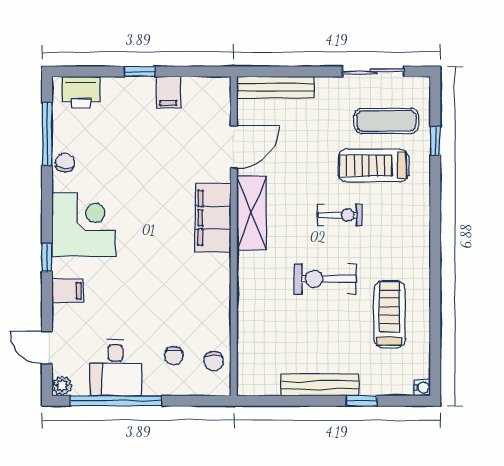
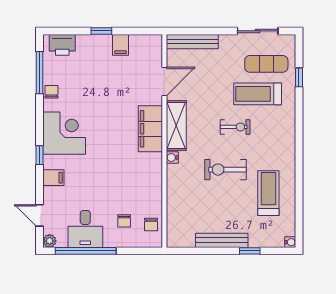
water cooler: (246, 261) -> (172, 157), added

